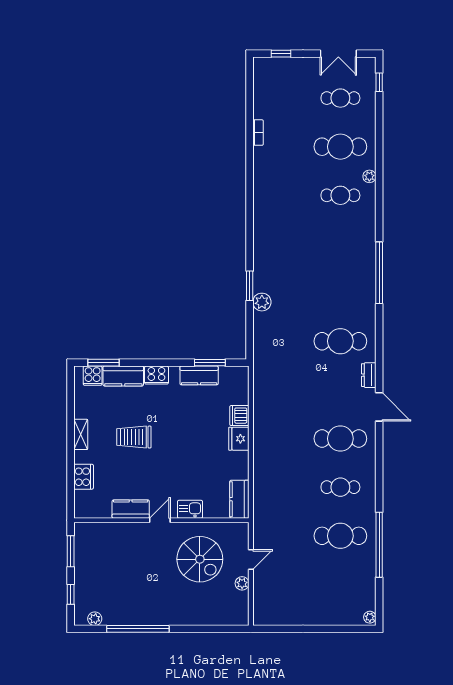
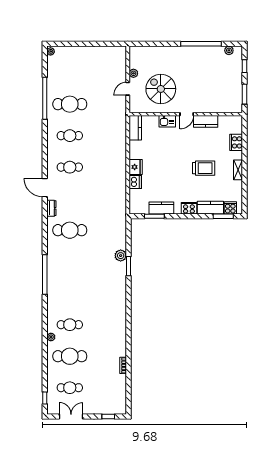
cafe table: (340, 439) -> (70, 167), width x0.73, depth x0.74

